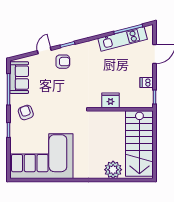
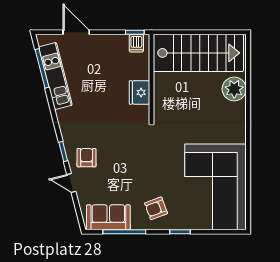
dishwasher: (147, 82) -> (136, 43), moved

